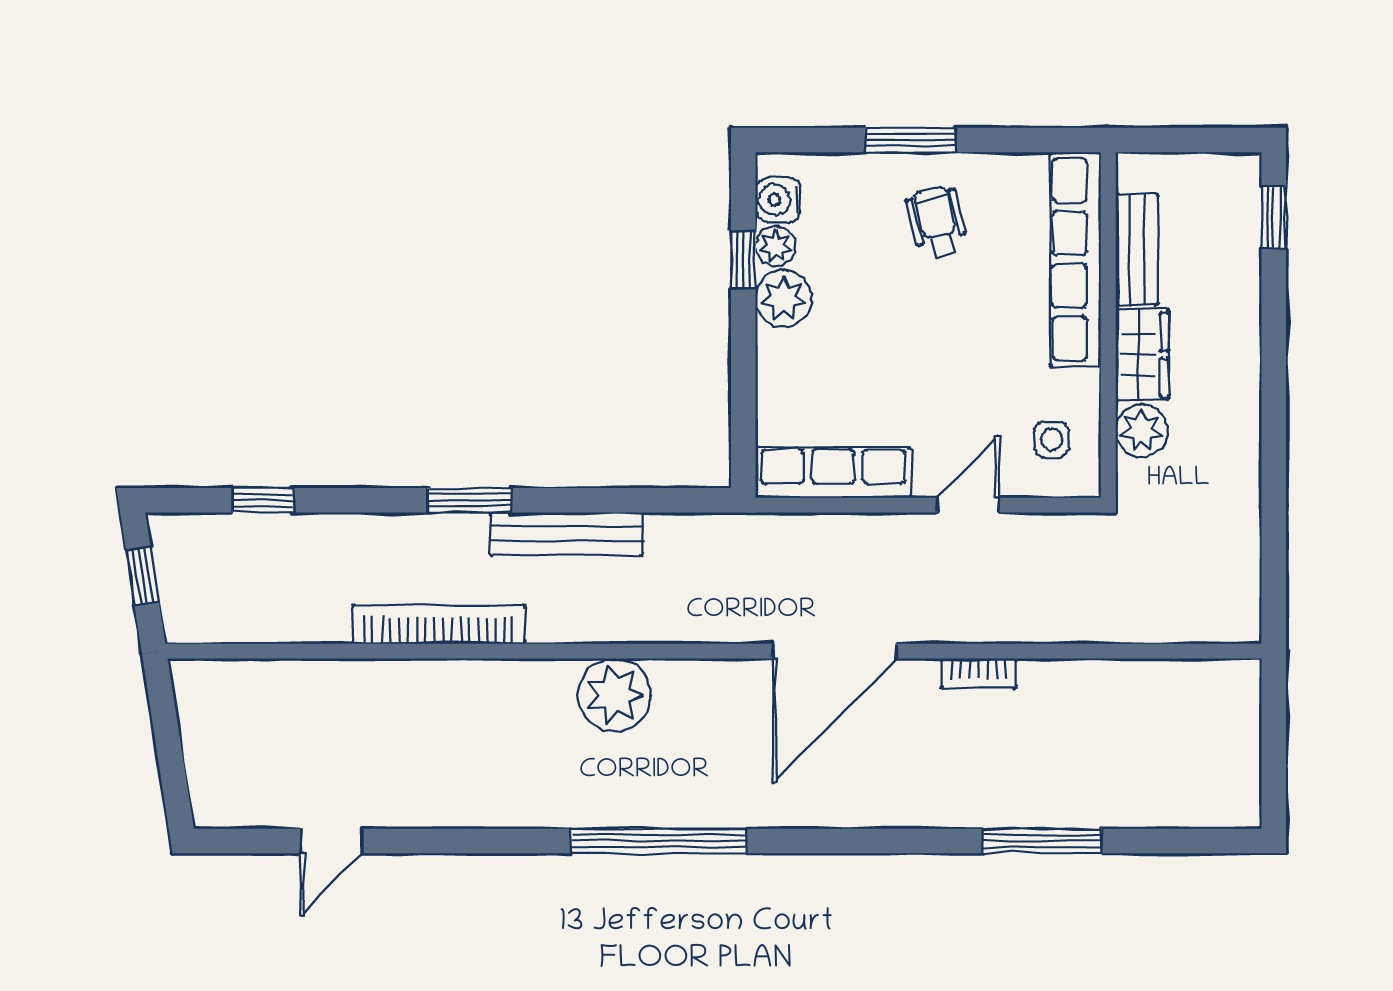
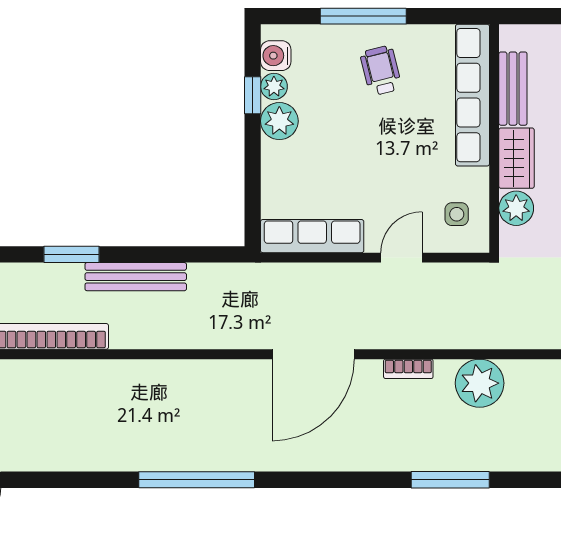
window: (910, 140) -> (363, 16), width x1.44
plant: (615, 695) -> (480, 383), moved

